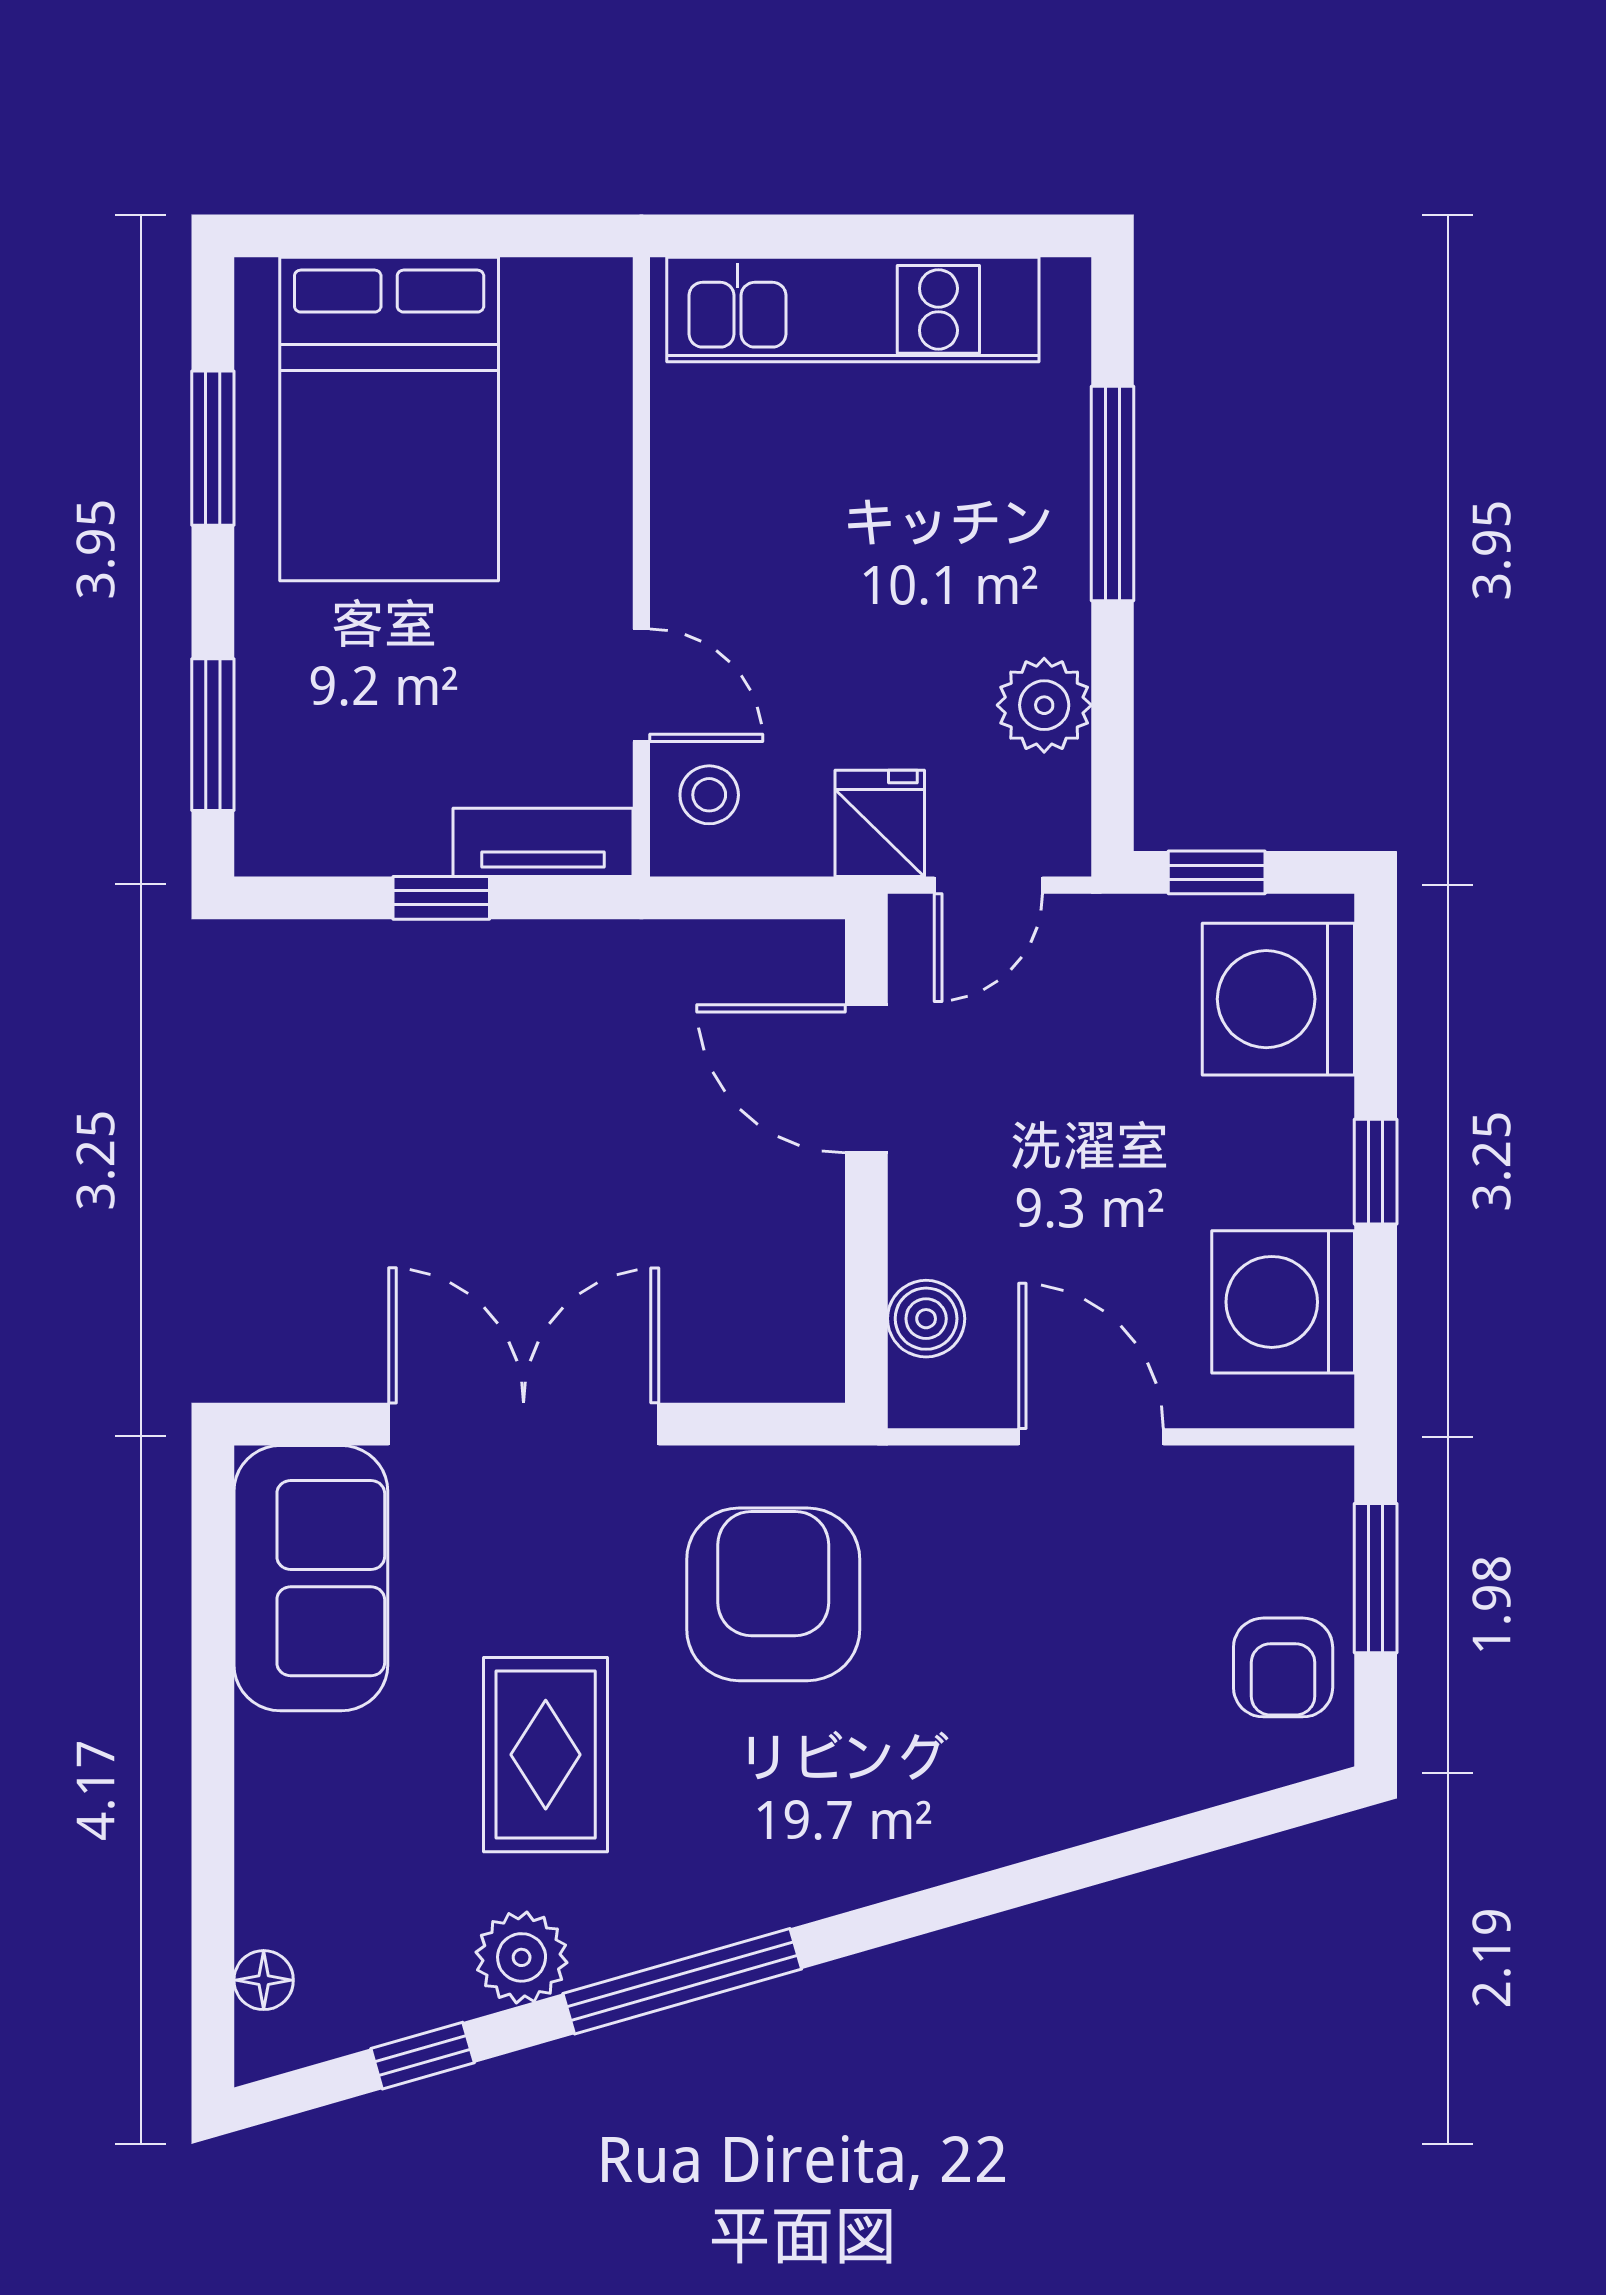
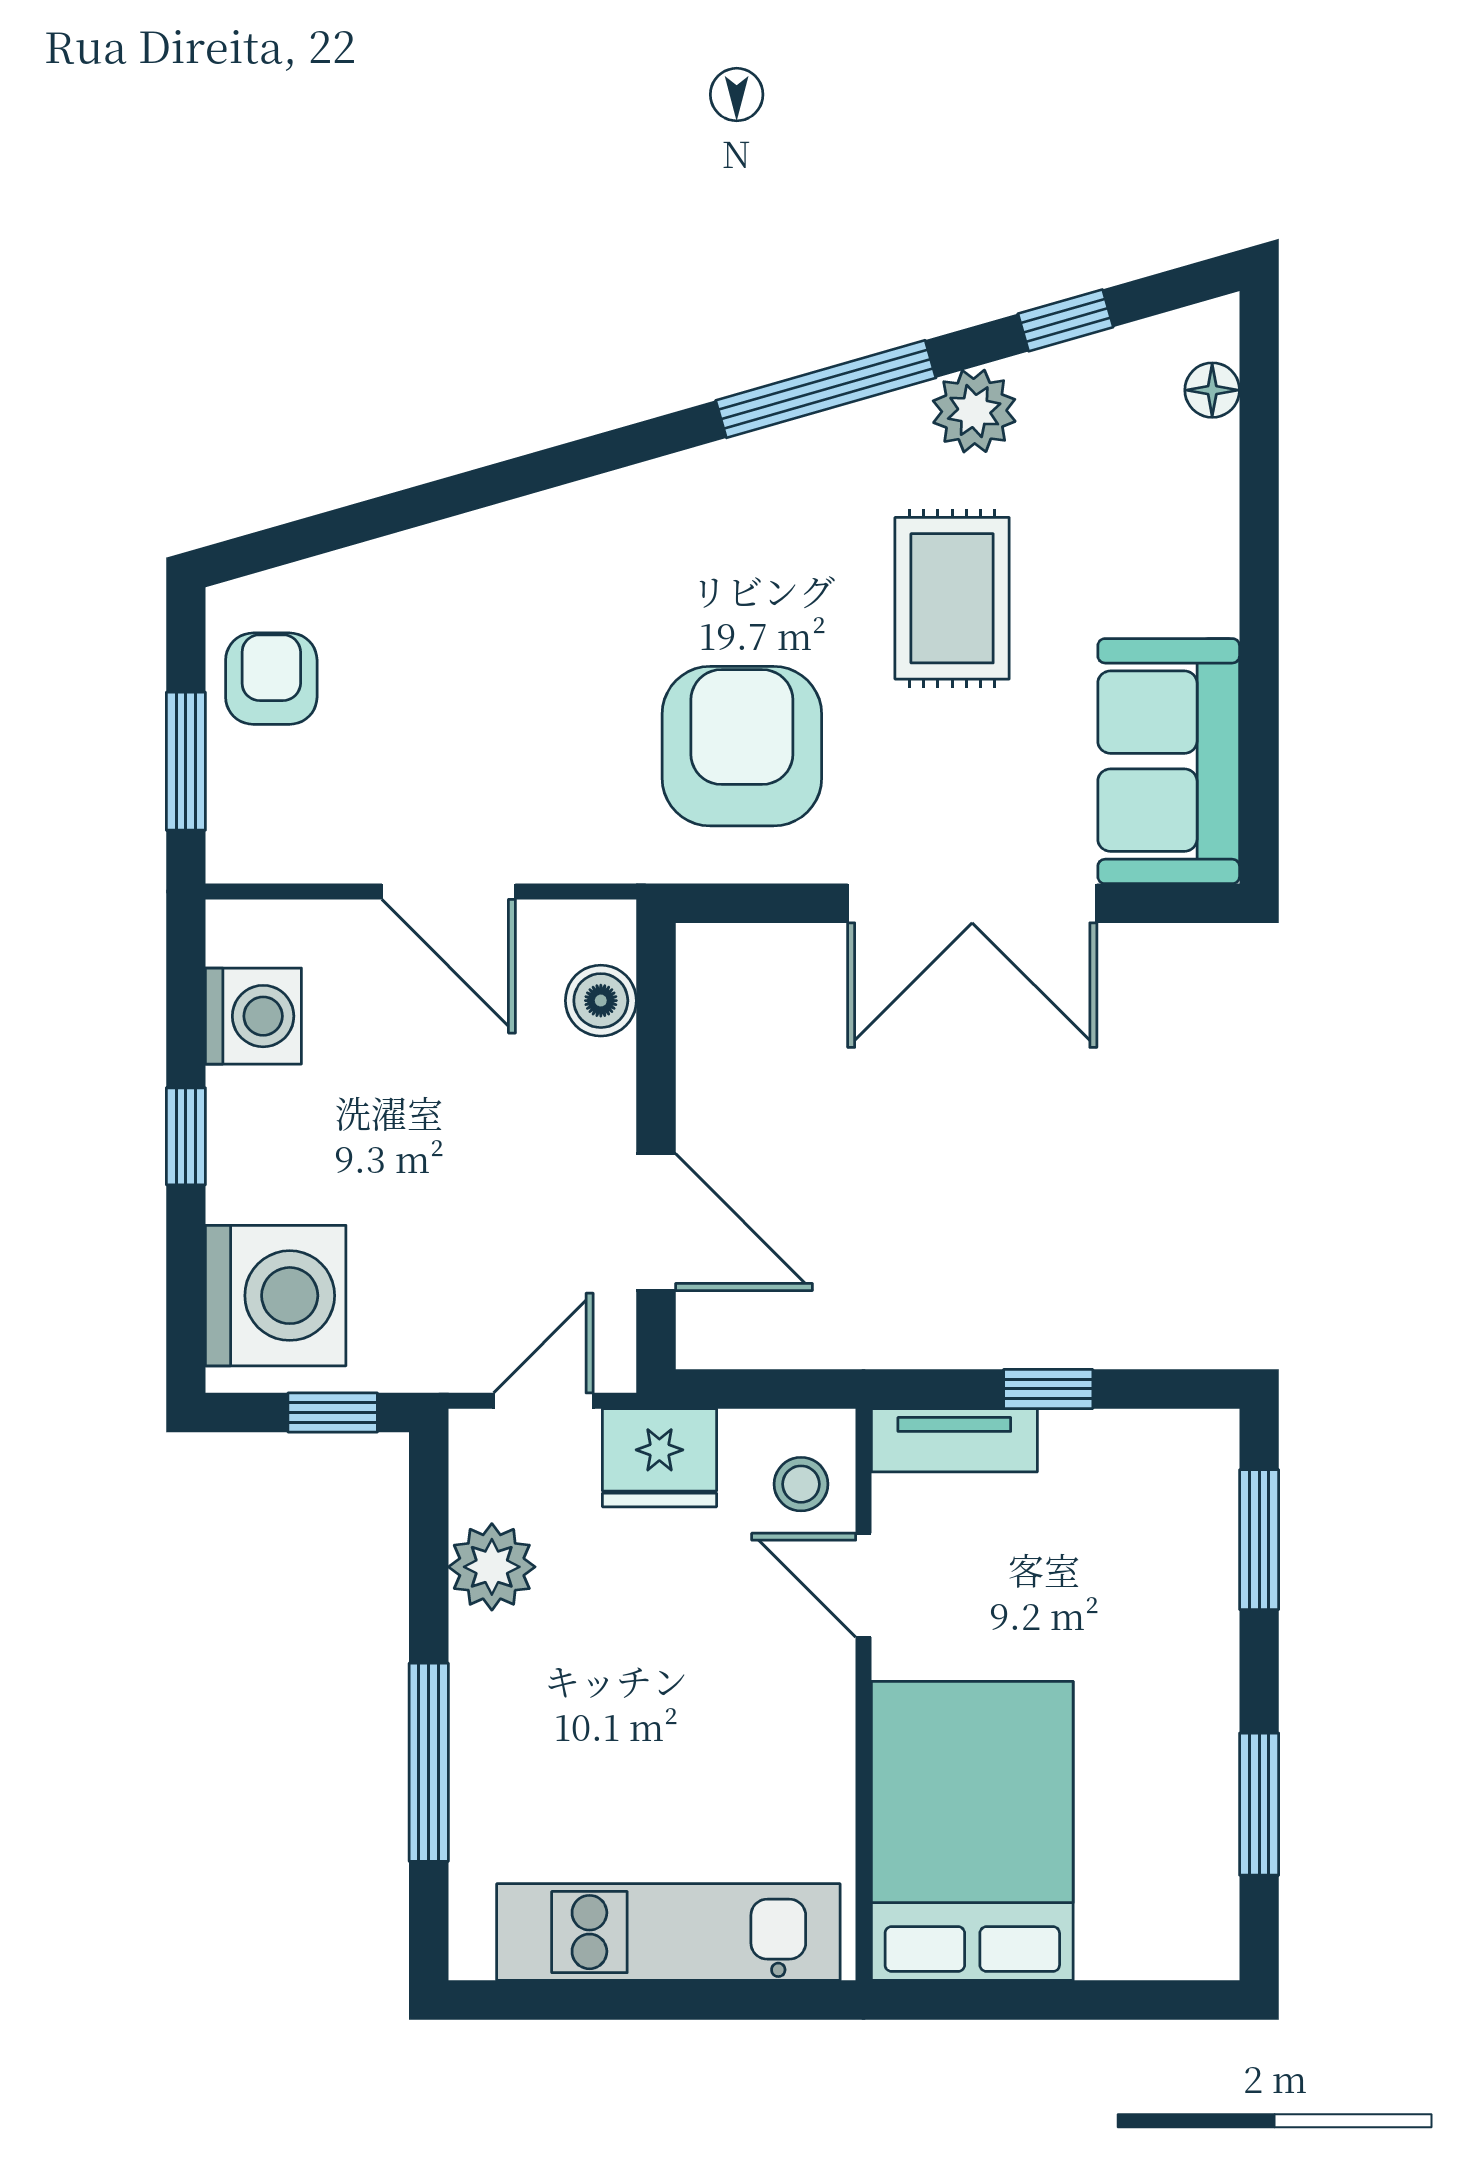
bed: (389, 419) -> (972, 1831), moved
fridge: (880, 823) -> (659, 1458), width x1.38
washing machine: (1283, 1302) -> (253, 1016), width x0.73, depth x0.73
armchair: (773, 1594) -> (742, 746), turned 180

